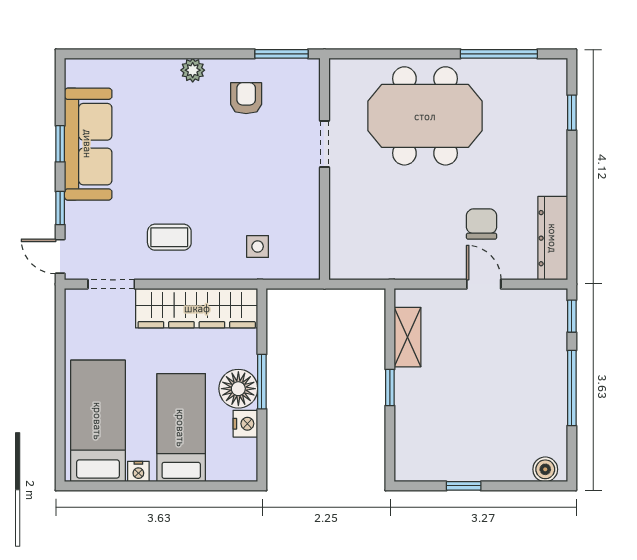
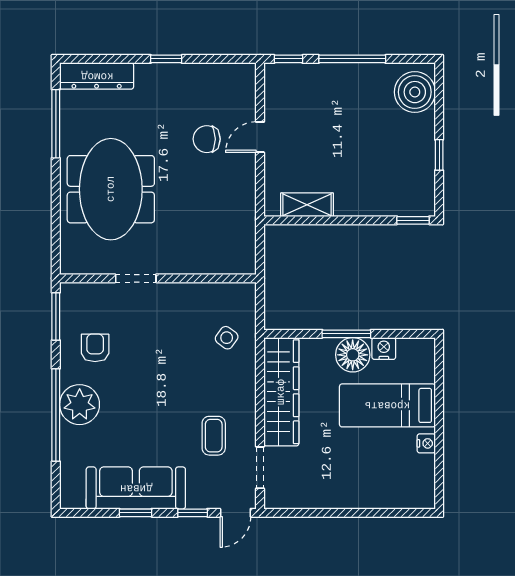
window: (170, 54) -> (56, 415), added
plant: (193, 70) -> (80, 405), width x1.87, depth x1.87
armchair: (246, 98) -> (95, 348), turned 90
window: (572, 113) -> (166, 59), moved
coffee table: (169, 237) -> (214, 436), moved
dresser: (553, 238) -> (97, 76), moved
side table: (258, 246) -> (227, 338), turned 36
window: (390, 387) -> (413, 220), moved
bed: (98, 421) -> (381, 479), removed
boiler: (545, 469) -> (415, 92), width x1.86, depth x1.86

